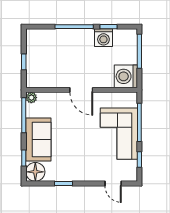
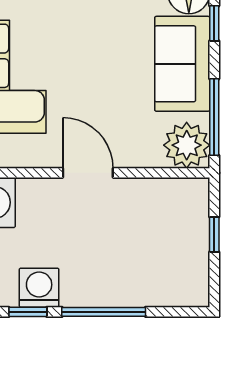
plant: (31, 98) -> (187, 145), width x1.88, depth x1.88

